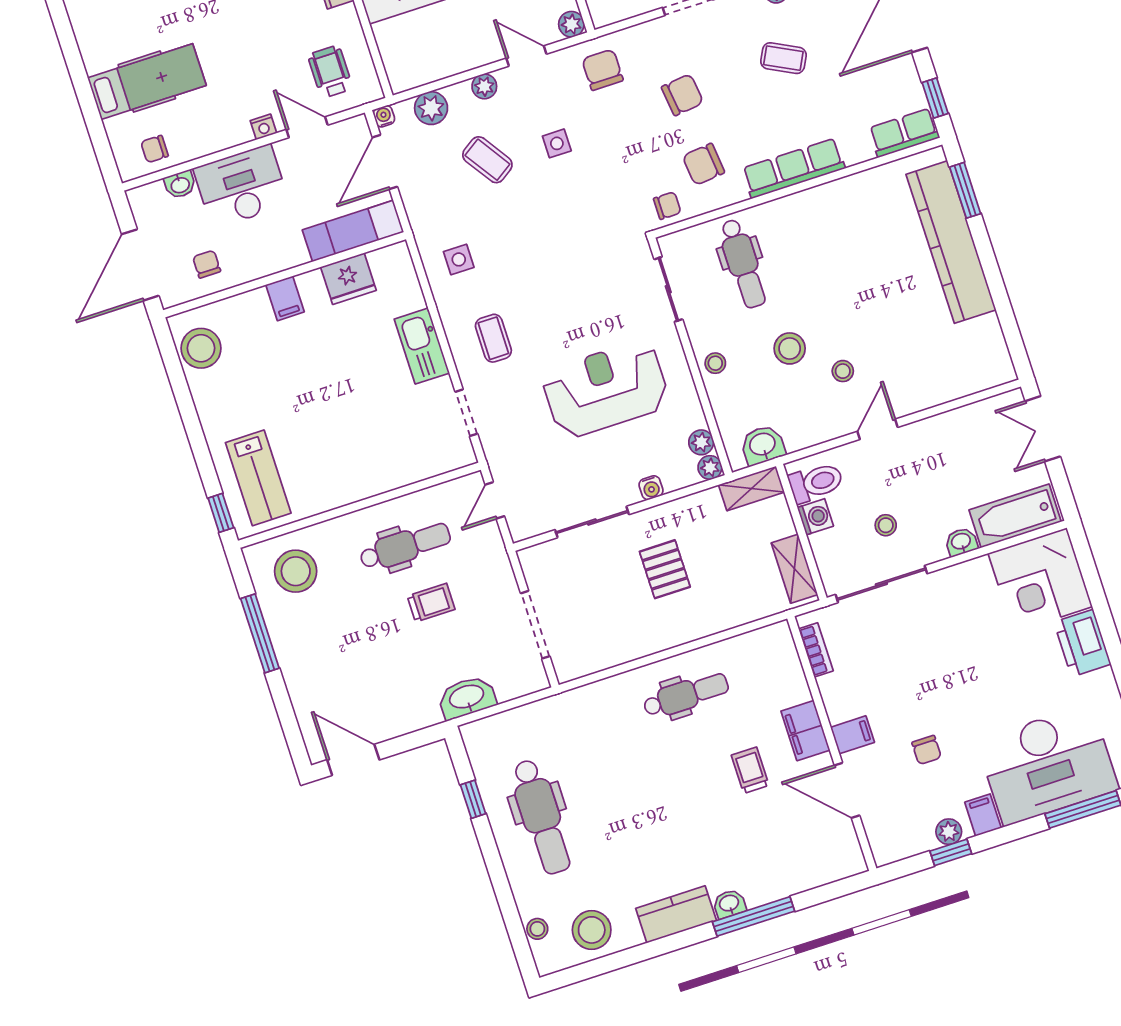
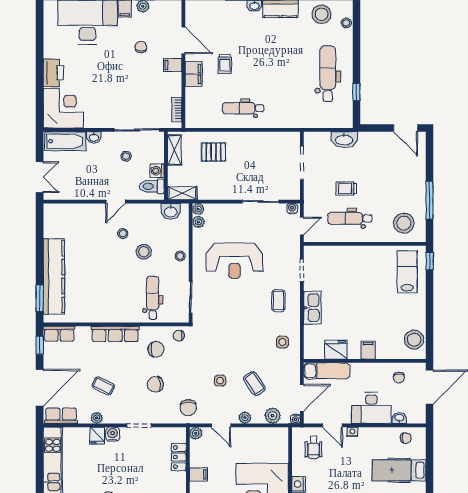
water cooler: (651, 488) -> (292, 209), moved
pallet: (665, 569) -> (214, 152), moved, turned 90

